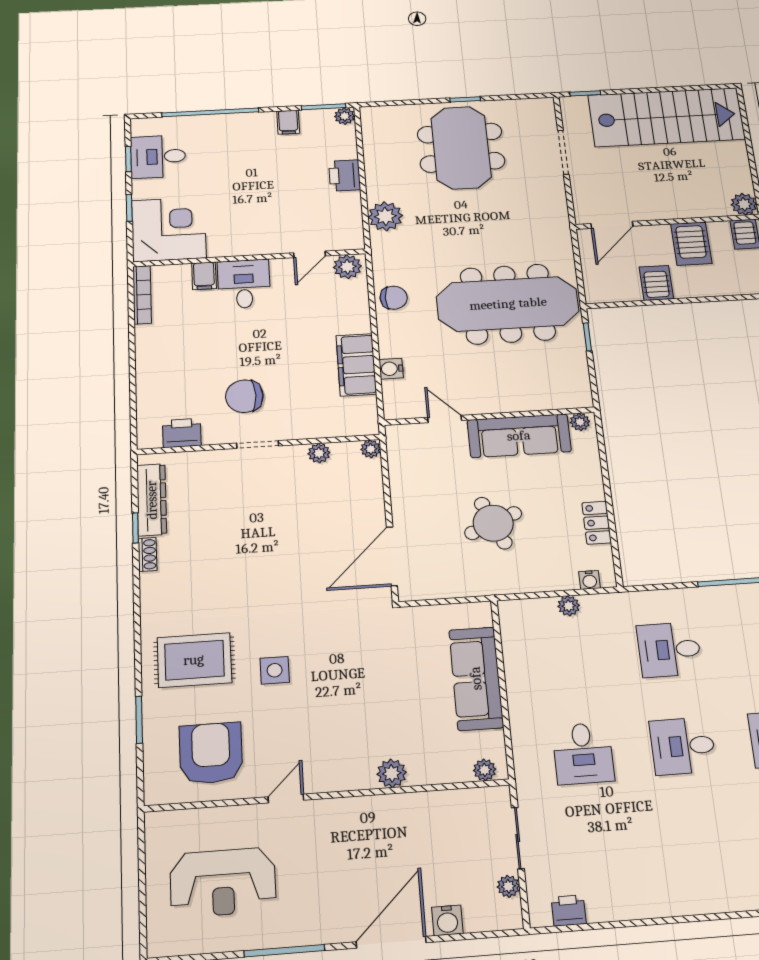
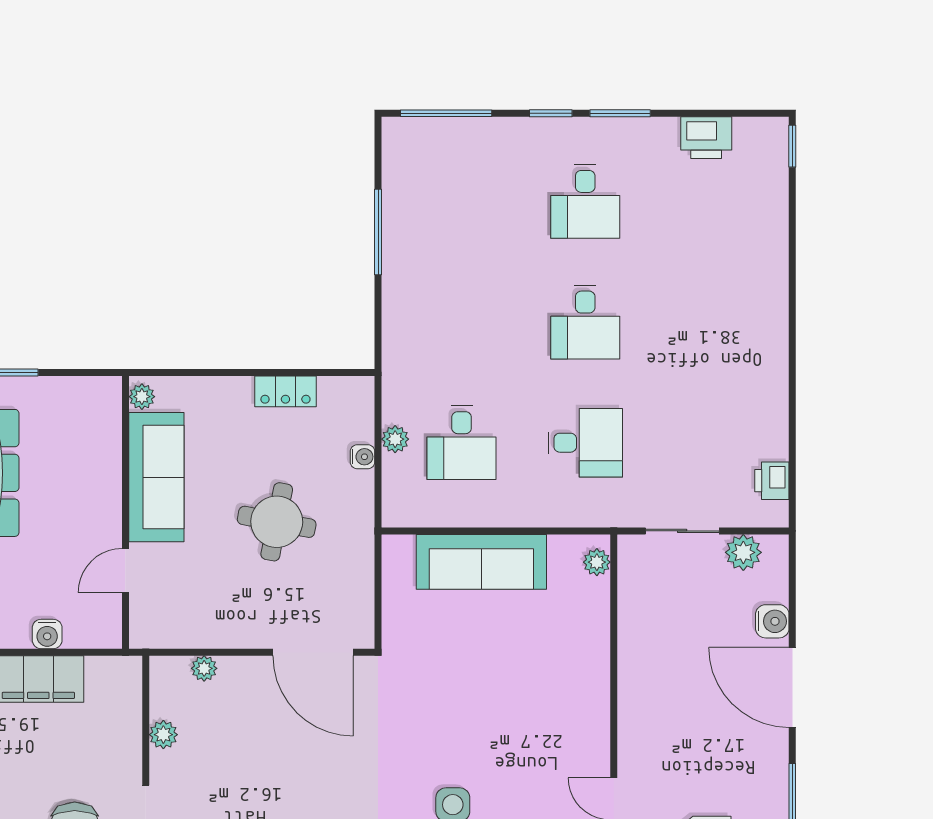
plant: (371, 449) -> (204, 668), moved
round table: (493, 523) -> (277, 522), turned 34
water cooler: (590, 580) -> (362, 457), moved
desk: (669, 650) -> (462, 443), moved
plant: (392, 773) -> (593, 673), removed
plant: (508, 886) -> (743, 552), width x1.38, depth x1.38

